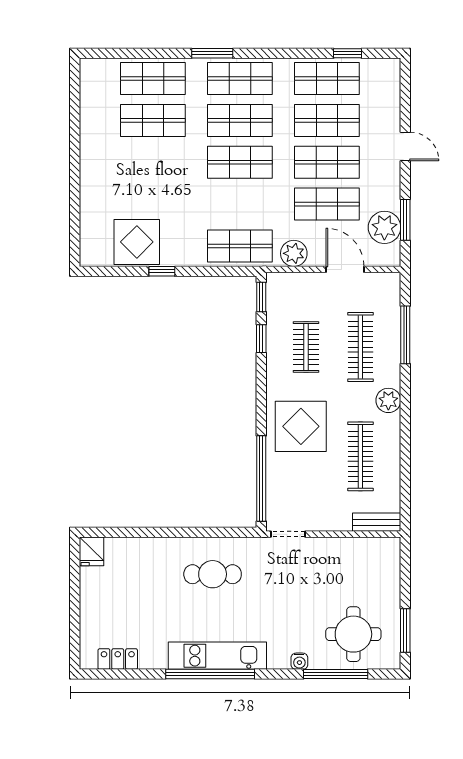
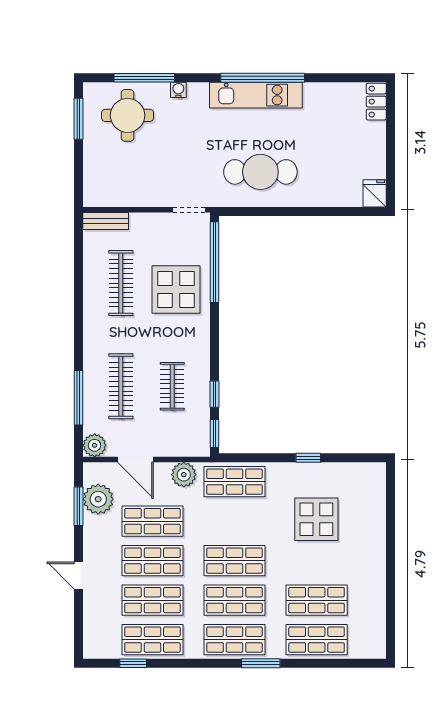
display table: (137, 242) -> (316, 519), moved
plant: (388, 400) -> (95, 445), moved
display table: (301, 426) -> (176, 289), moved
cafe table: (213, 574) -> (260, 172), width x1.37, depth x1.35
locker: (118, 659) -> (376, 102), moved, turned 90

